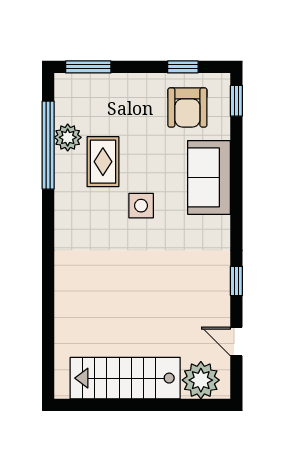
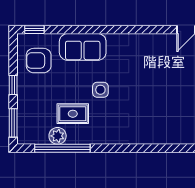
window: (183, 67) -> (13, 85), moved
armchair: (187, 107) -> (39, 61), turned 180
window: (236, 281) -> (148, 30), removed

